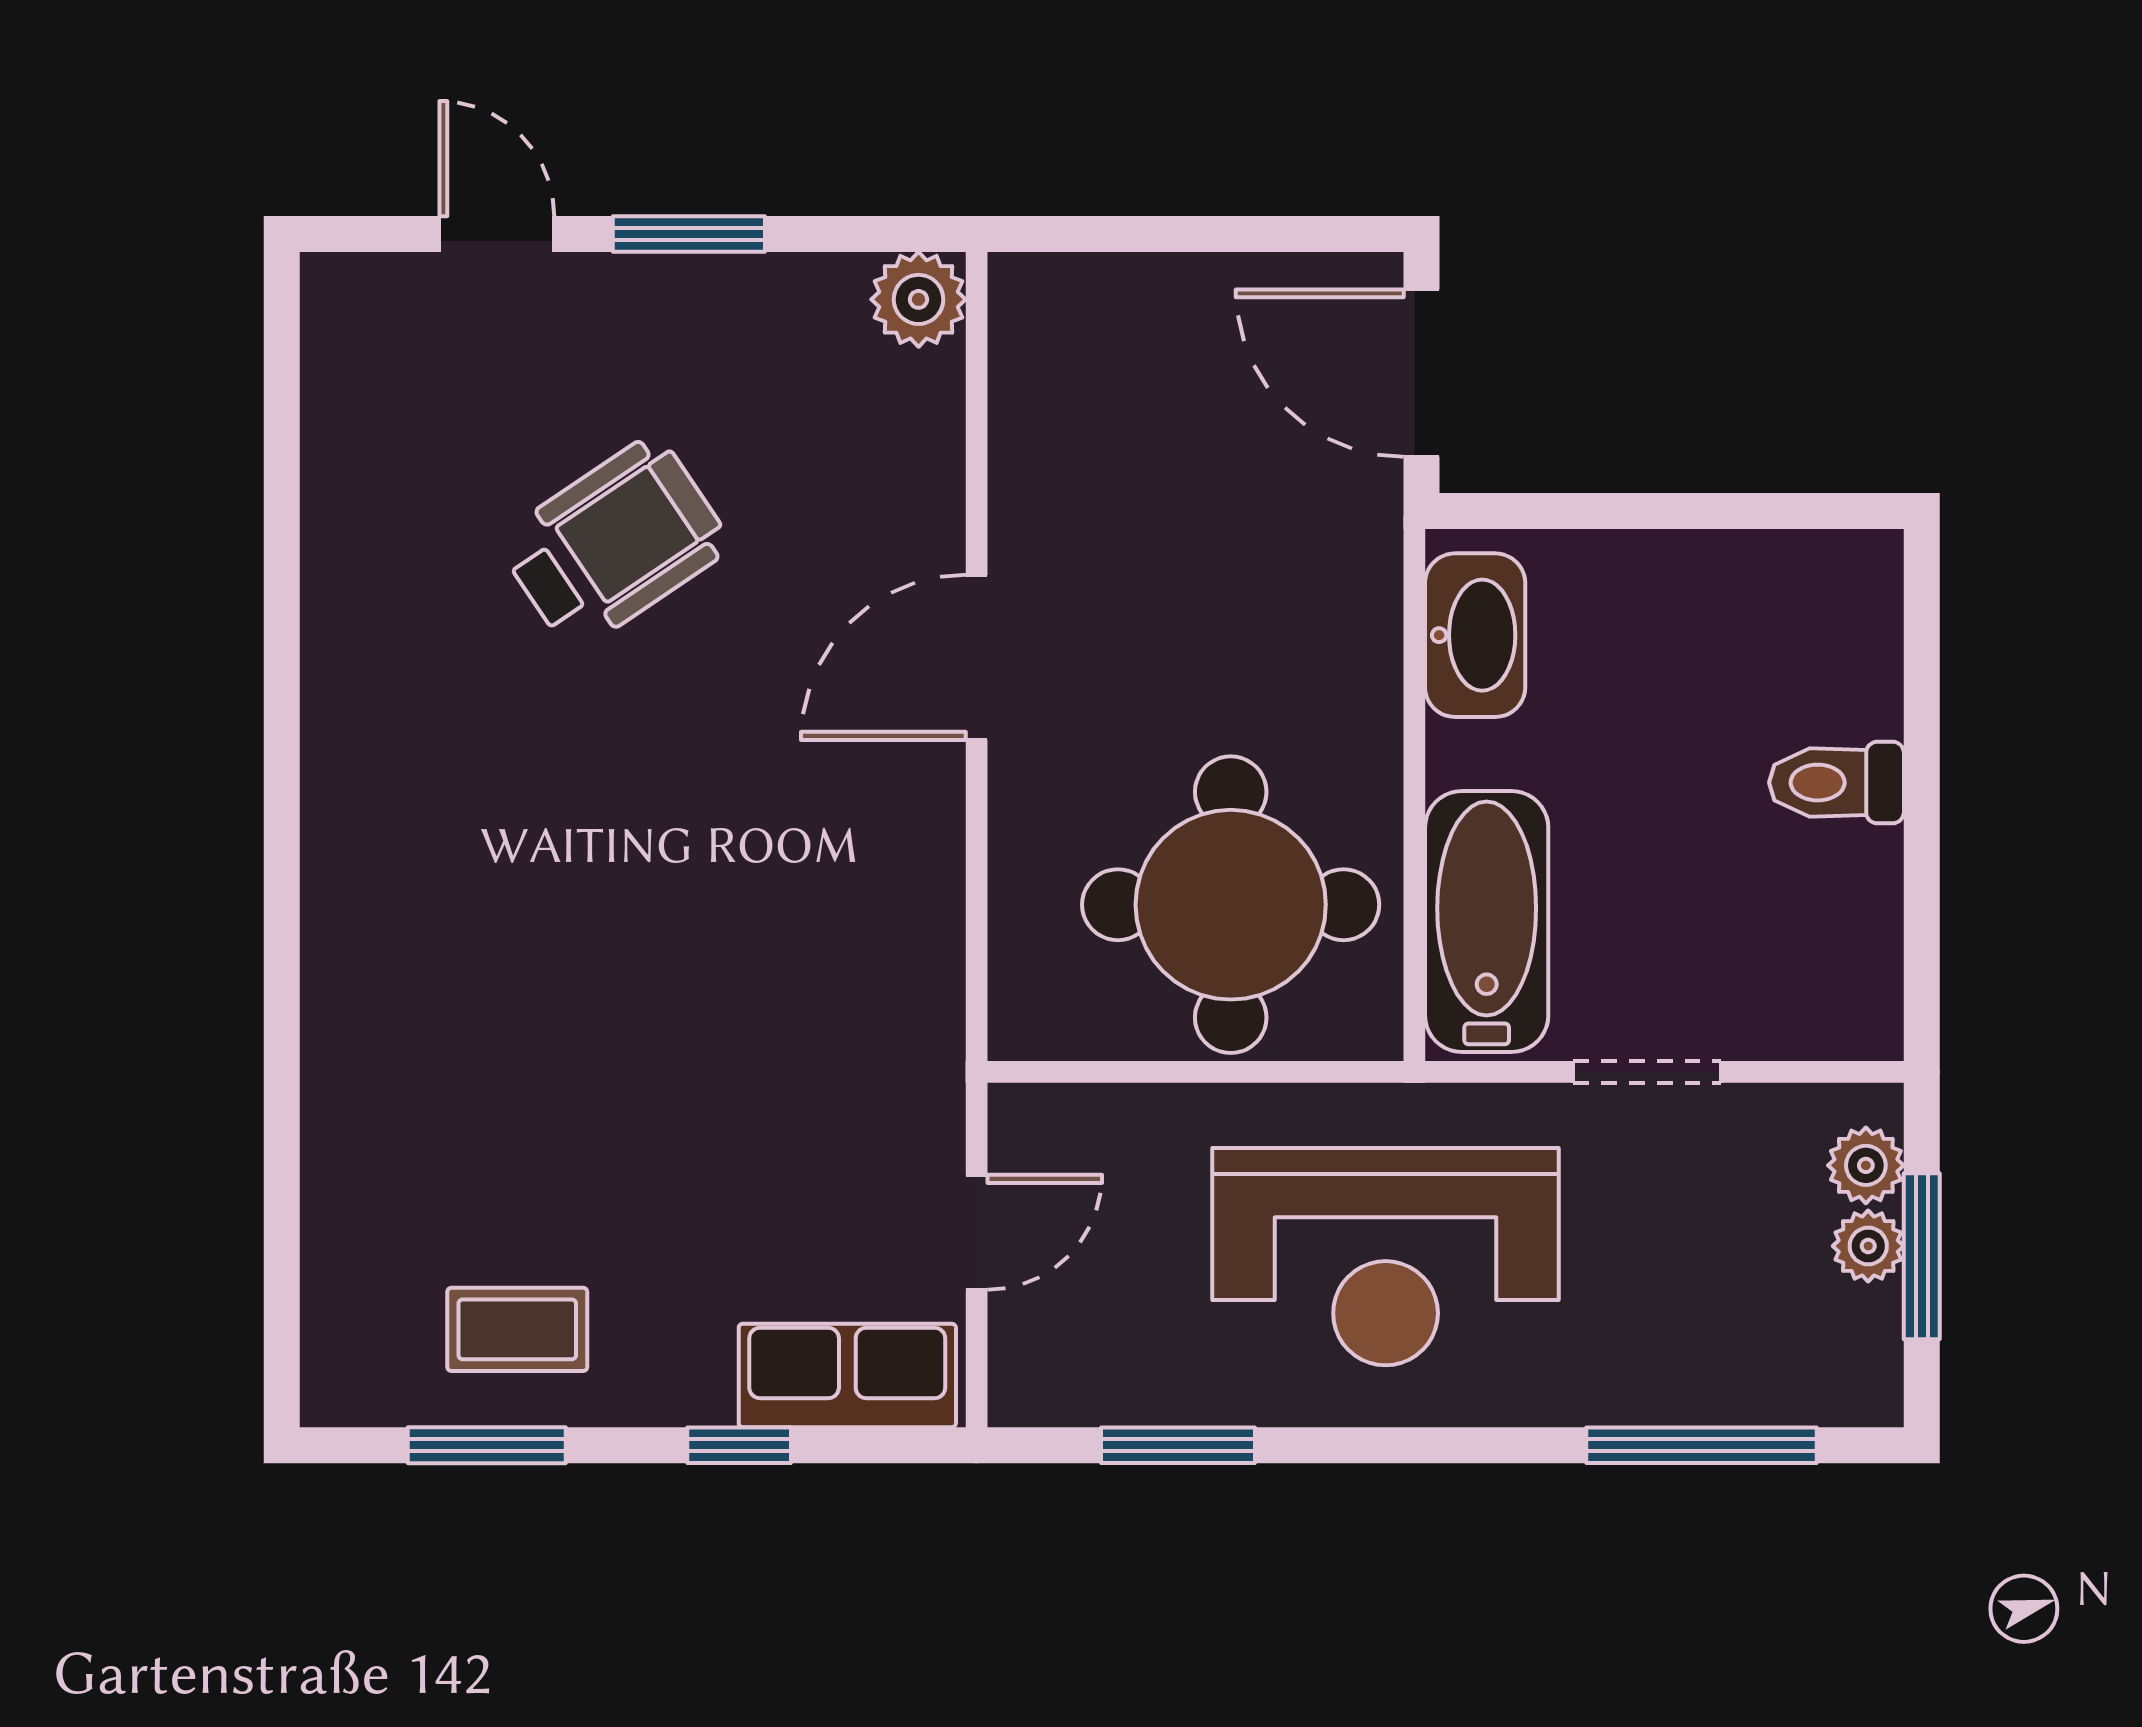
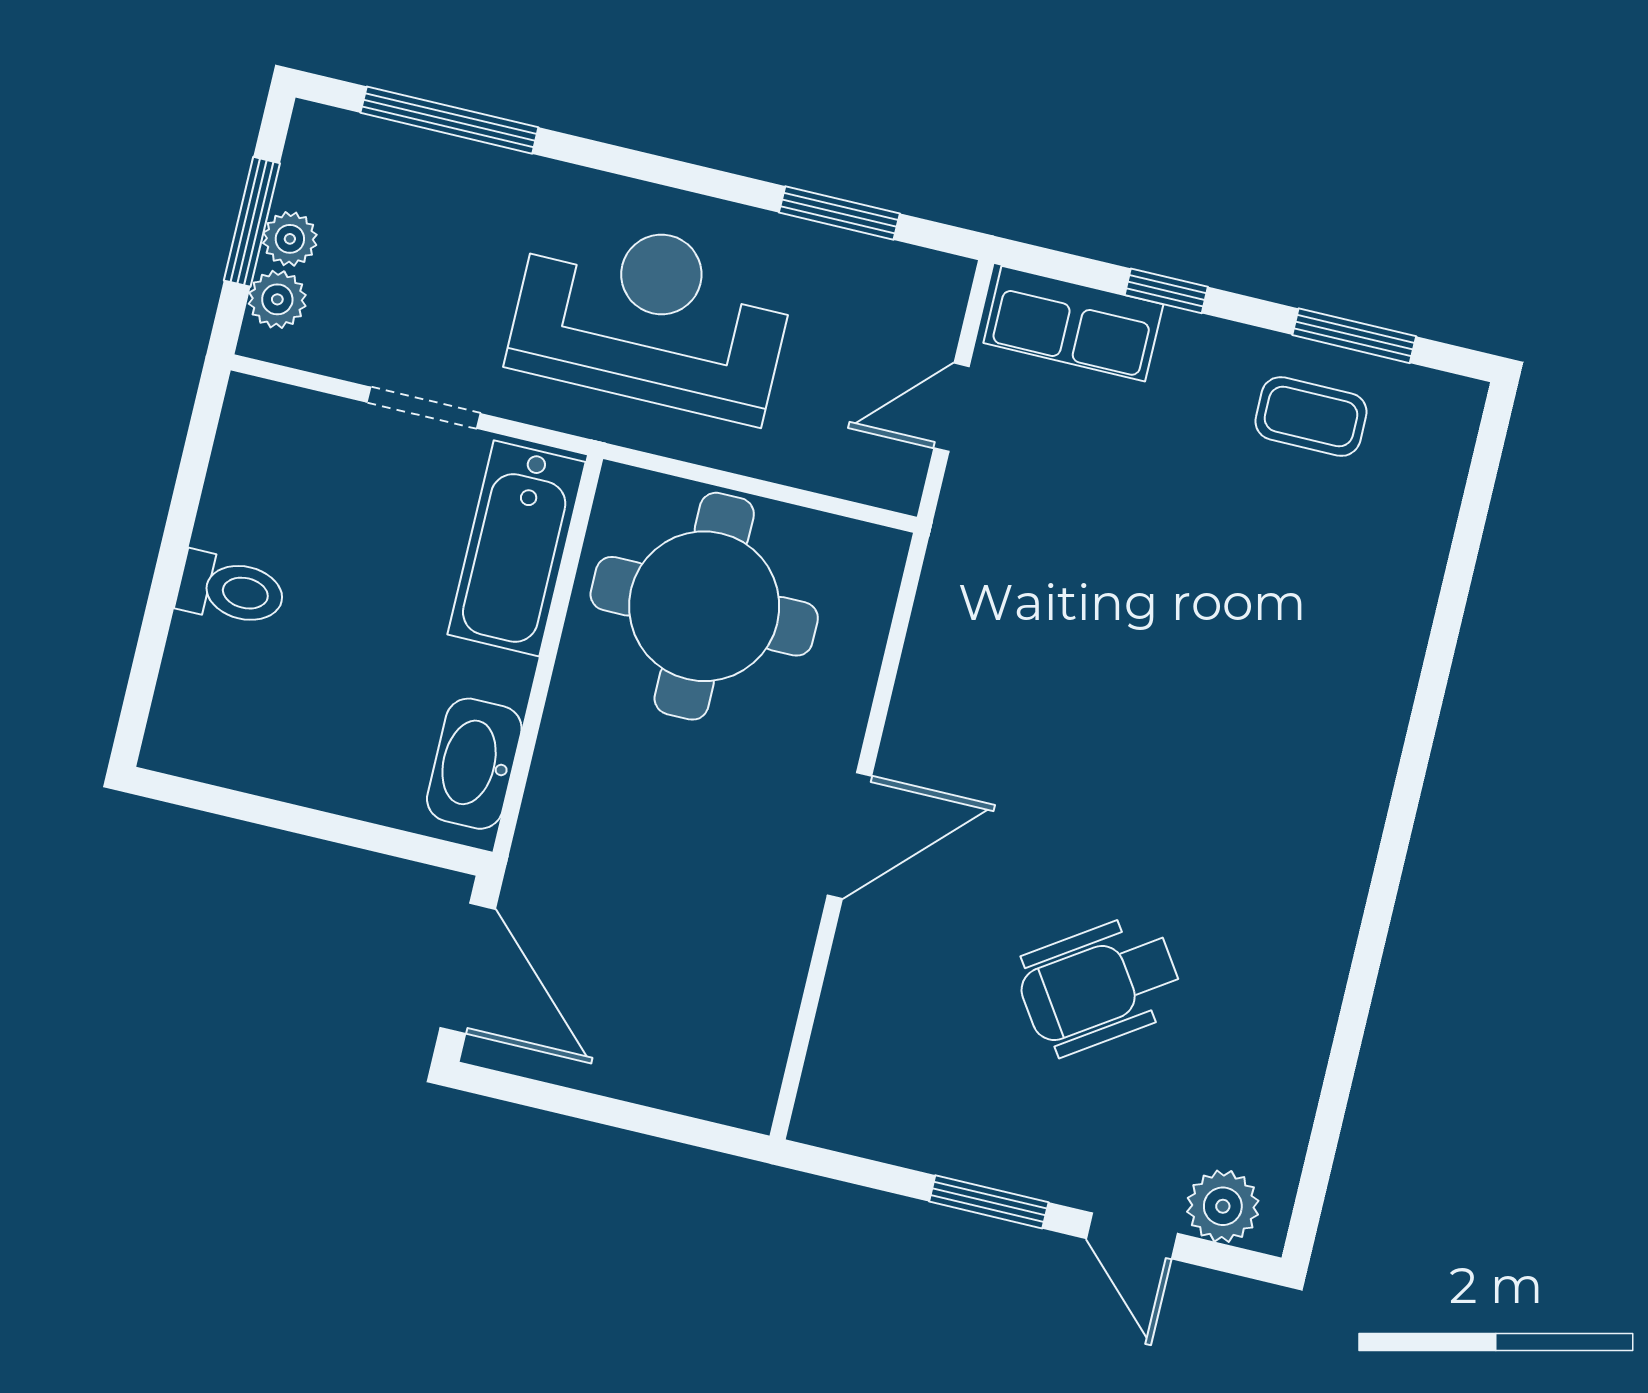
plant: (919, 299) -> (1223, 1206), moved

